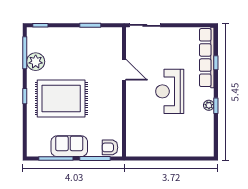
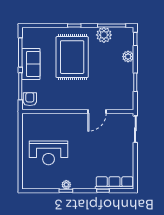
plant: (61, 34) -> (128, 57), added
row of seats: (207, 58) -> (115, 183), width x0.73
reception desk: (170, 91) -> (49, 153), moved, turned 180

